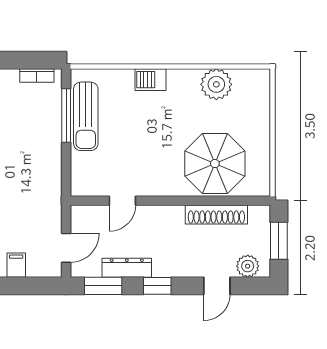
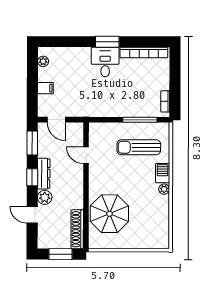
plant: (216, 84) -> (164, 189), moved, width x0.53, depth x0.53
sun lounger: (86, 116) -> (139, 147), moved
shoe rack: (216, 215) -> (77, 229), moved
plant: (248, 266) -> (45, 197), moved
dresser: (127, 268) -> (44, 174), moved

